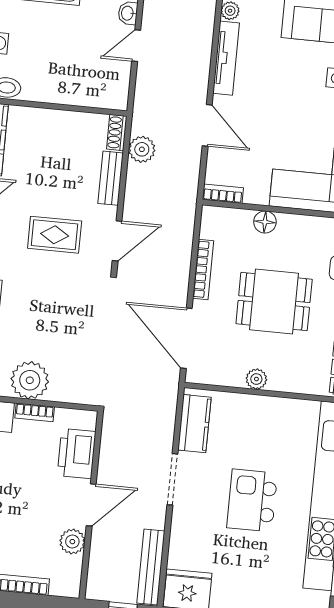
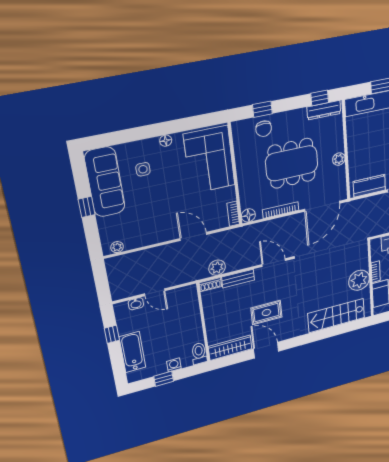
tv unit: (226, 58) -> (148, 239), removed
door: (207, 125) -> (193, 236), hinge flipped
floor lamp: (265, 222) -> (248, 215), moved
rug: (55, 235) -> (266, 312), moved, turned 90
dining table: (274, 301) -> (292, 163), width x1.37

